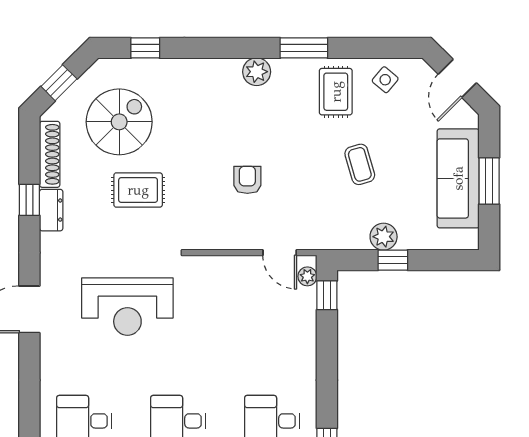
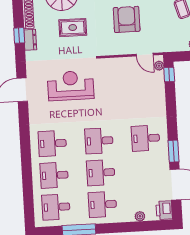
armchair: (247, 180) -> (127, 19), width x1.88, depth x1.88
reception desk: (127, 307) -> (71, 86), turned 180

